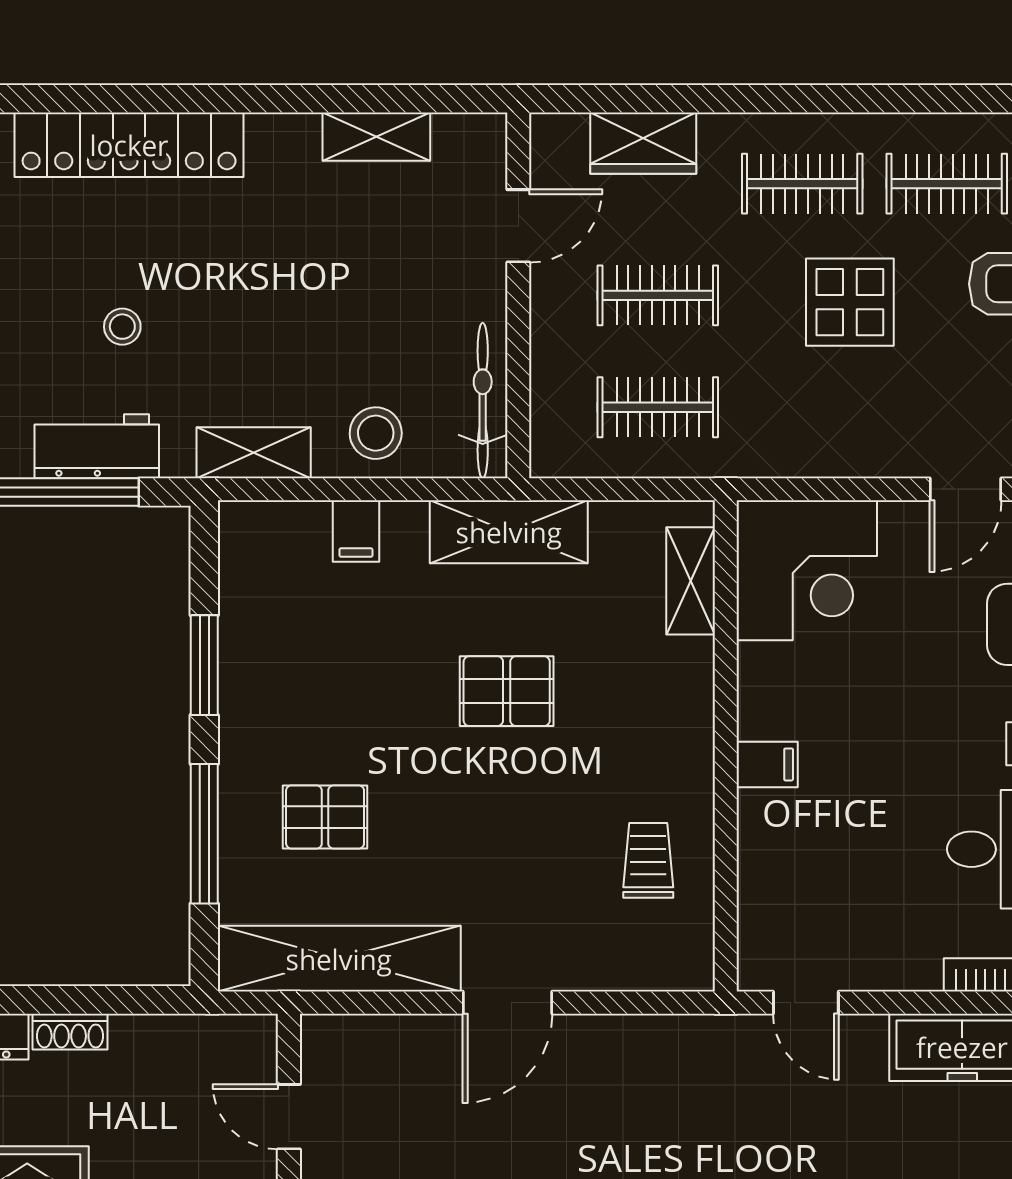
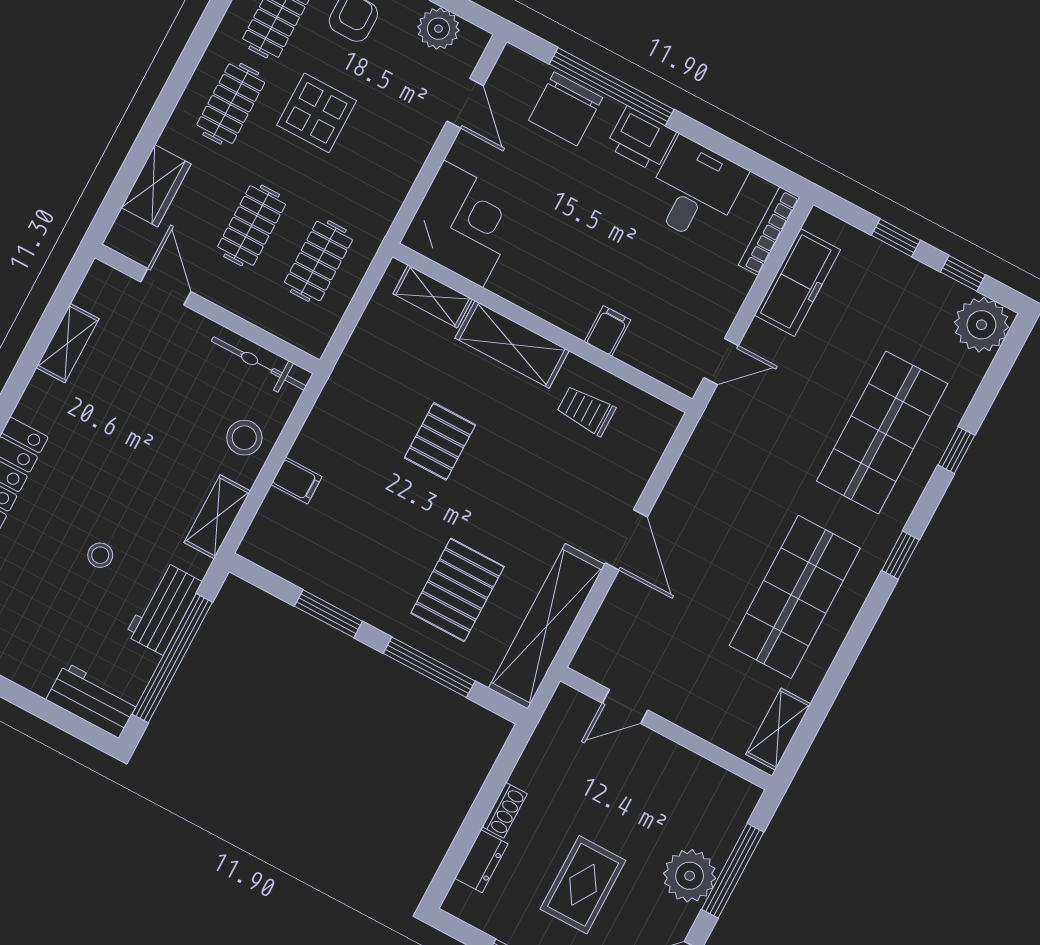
shelving: (509, 532) -> (512, 344), moved, turned 90
filing cabinet: (767, 764) -> (607, 331), moved
pallet: (325, 817) -> (458, 590), width x1.50, depth x1.42

